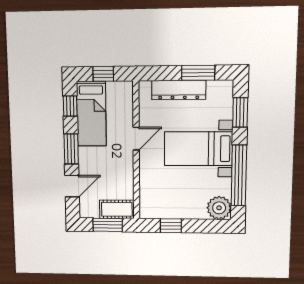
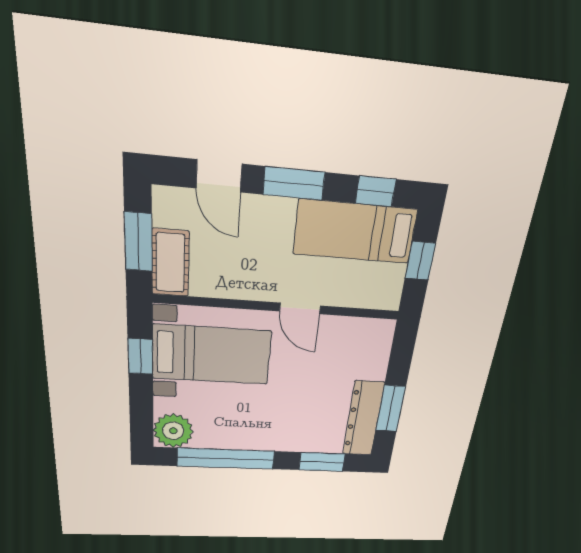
dresser: (179, 90) -> (363, 419), moved
bed with nightstands: (198, 149) -> (212, 355), moved, turned 90

